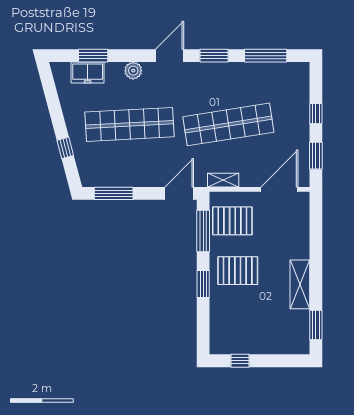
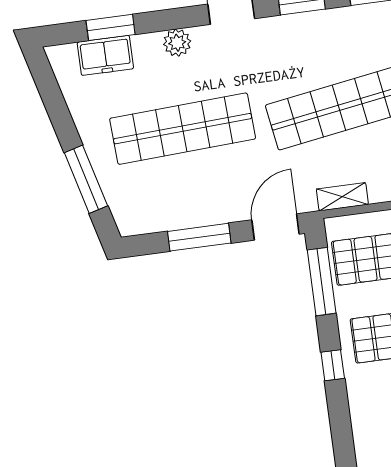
window: (65, 148) -> (86, 179), width x2.17
window: (114, 193) -> (199, 237), moved
window: (203, 284) -> (333, 365), width x0.67

